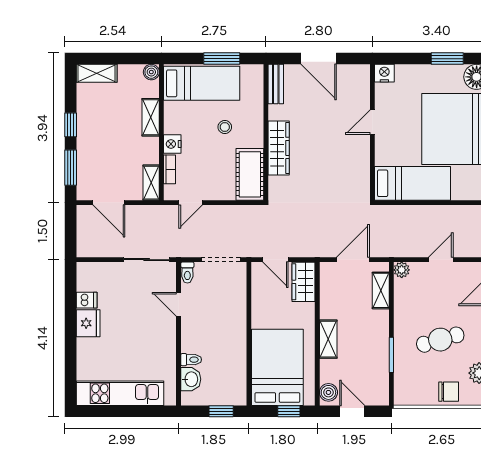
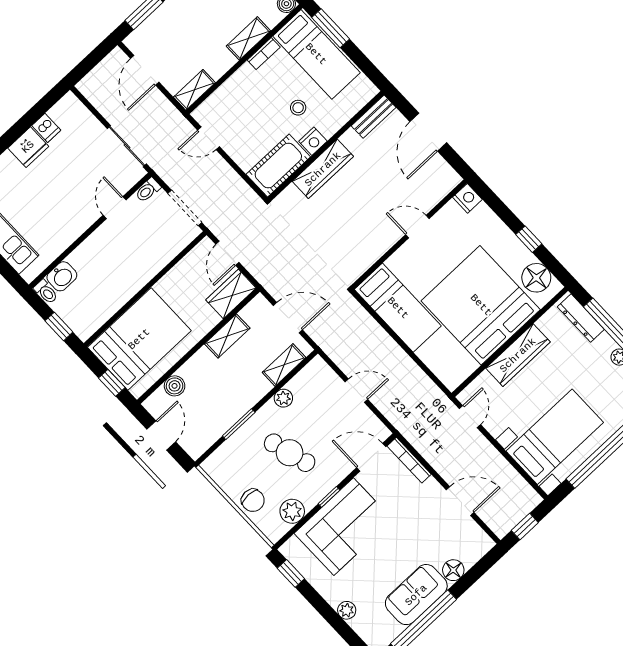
window: (222, 59) -> (331, 28), moved
window: (447, 59) -> (529, 239), width x0.67
nightstand: (172, 144) -> (313, 141), moved, turned 180
bookcase: (170, 169) -> (264, 54), moved
plant: (402, 270) -> (283, 398), moved
shelving: (328, 339) -> (227, 336), moved
toilet: (191, 360) -> (46, 292), moved
boiler: (328, 392) -> (175, 386), moved

